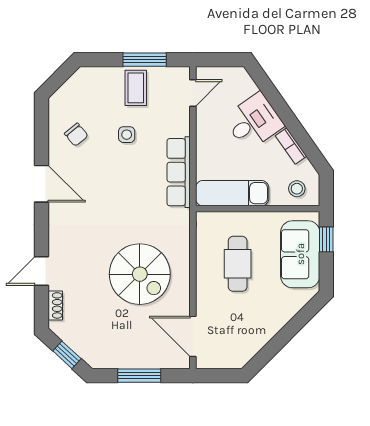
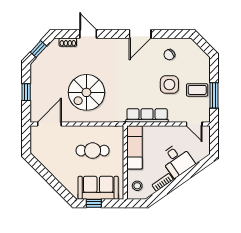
side table: (127, 135) -> (169, 85), width x1.87, depth x1.87
window: (326, 239) -> (94, 203), moved
window: (139, 376) -> (26, 92), width x0.67

